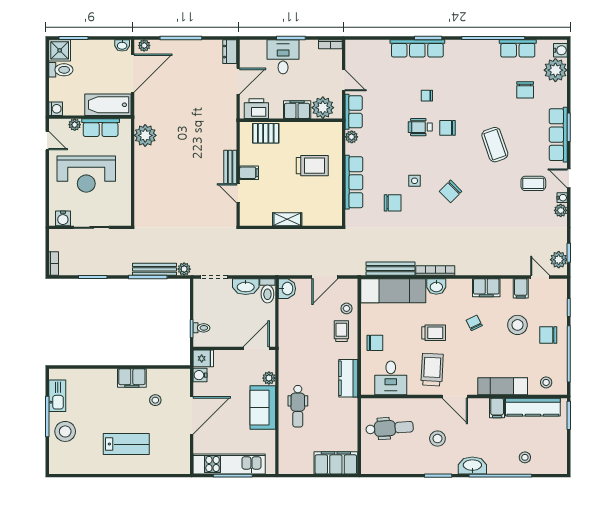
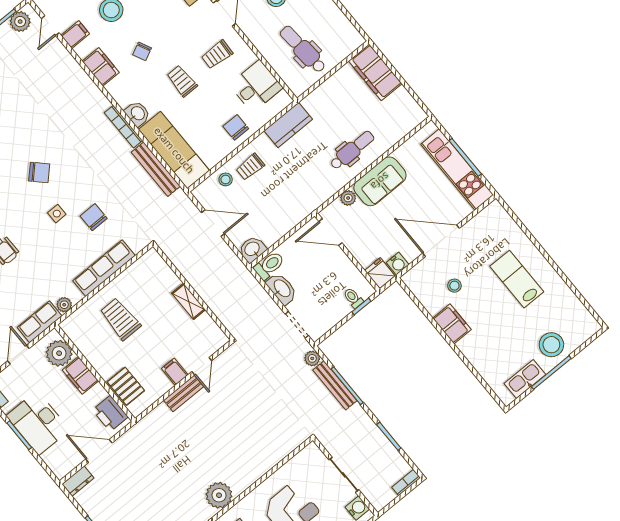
desk: (283, 57) -> (38, 423), width x1.37
trolley: (432, 370) -> (217, 55), width x0.73, depth x0.72

